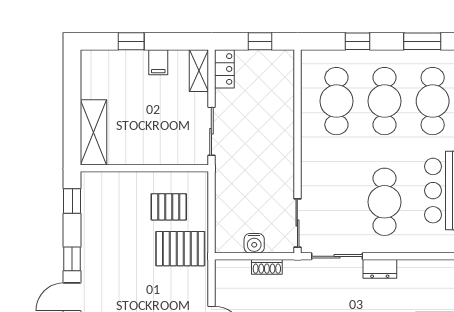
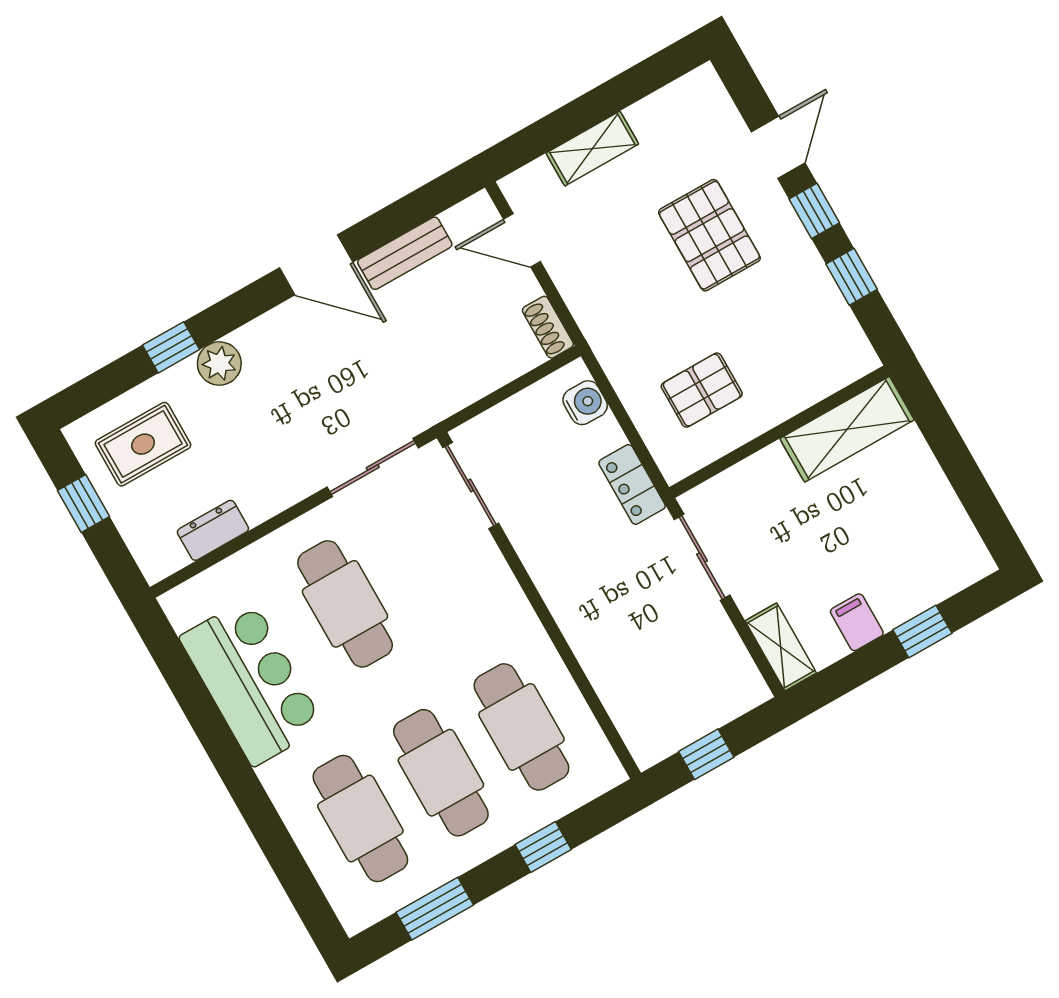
locker: (224, 69) -> (632, 484), moved
shelving: (94, 132) -> (847, 429), moved, turned 90
window: (72, 201) -> (852, 277), moved
water cooler: (254, 243) -> (585, 403), moved, turned 90
pallet: (180, 249) -> (709, 235), moved, turned 90
shoe rack: (267, 267) -> (548, 327), moved, turned -90
dresser: (380, 269) -> (213, 530), moved

